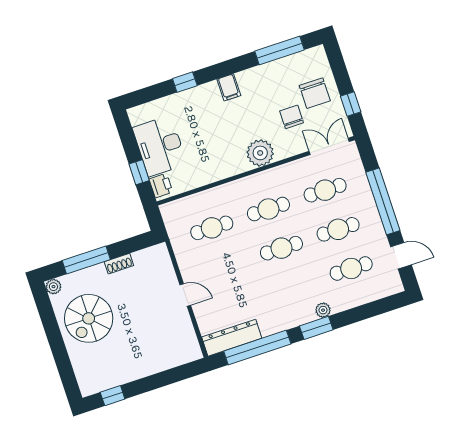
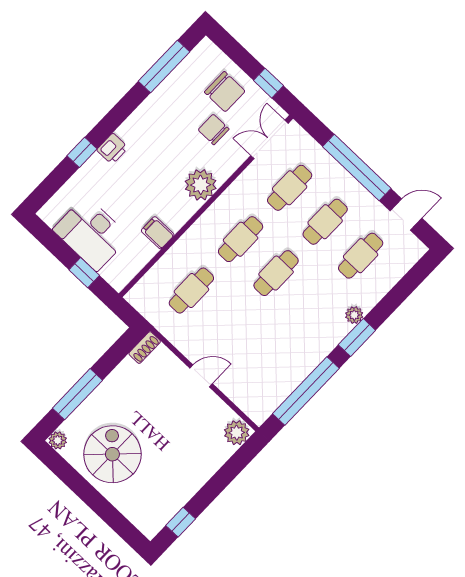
filing cabinet: (229, 87) -> (158, 233), moved, turned 180
printer: (161, 185) -> (112, 149), moved, turned 90
shoe rack: (119, 264) -> (145, 348), moved
spiral stairs: (89, 318) -> (112, 454), turned 180
dresser: (232, 338) -> (274, 395), removed
plant: (189, 351) -> (237, 433), added

